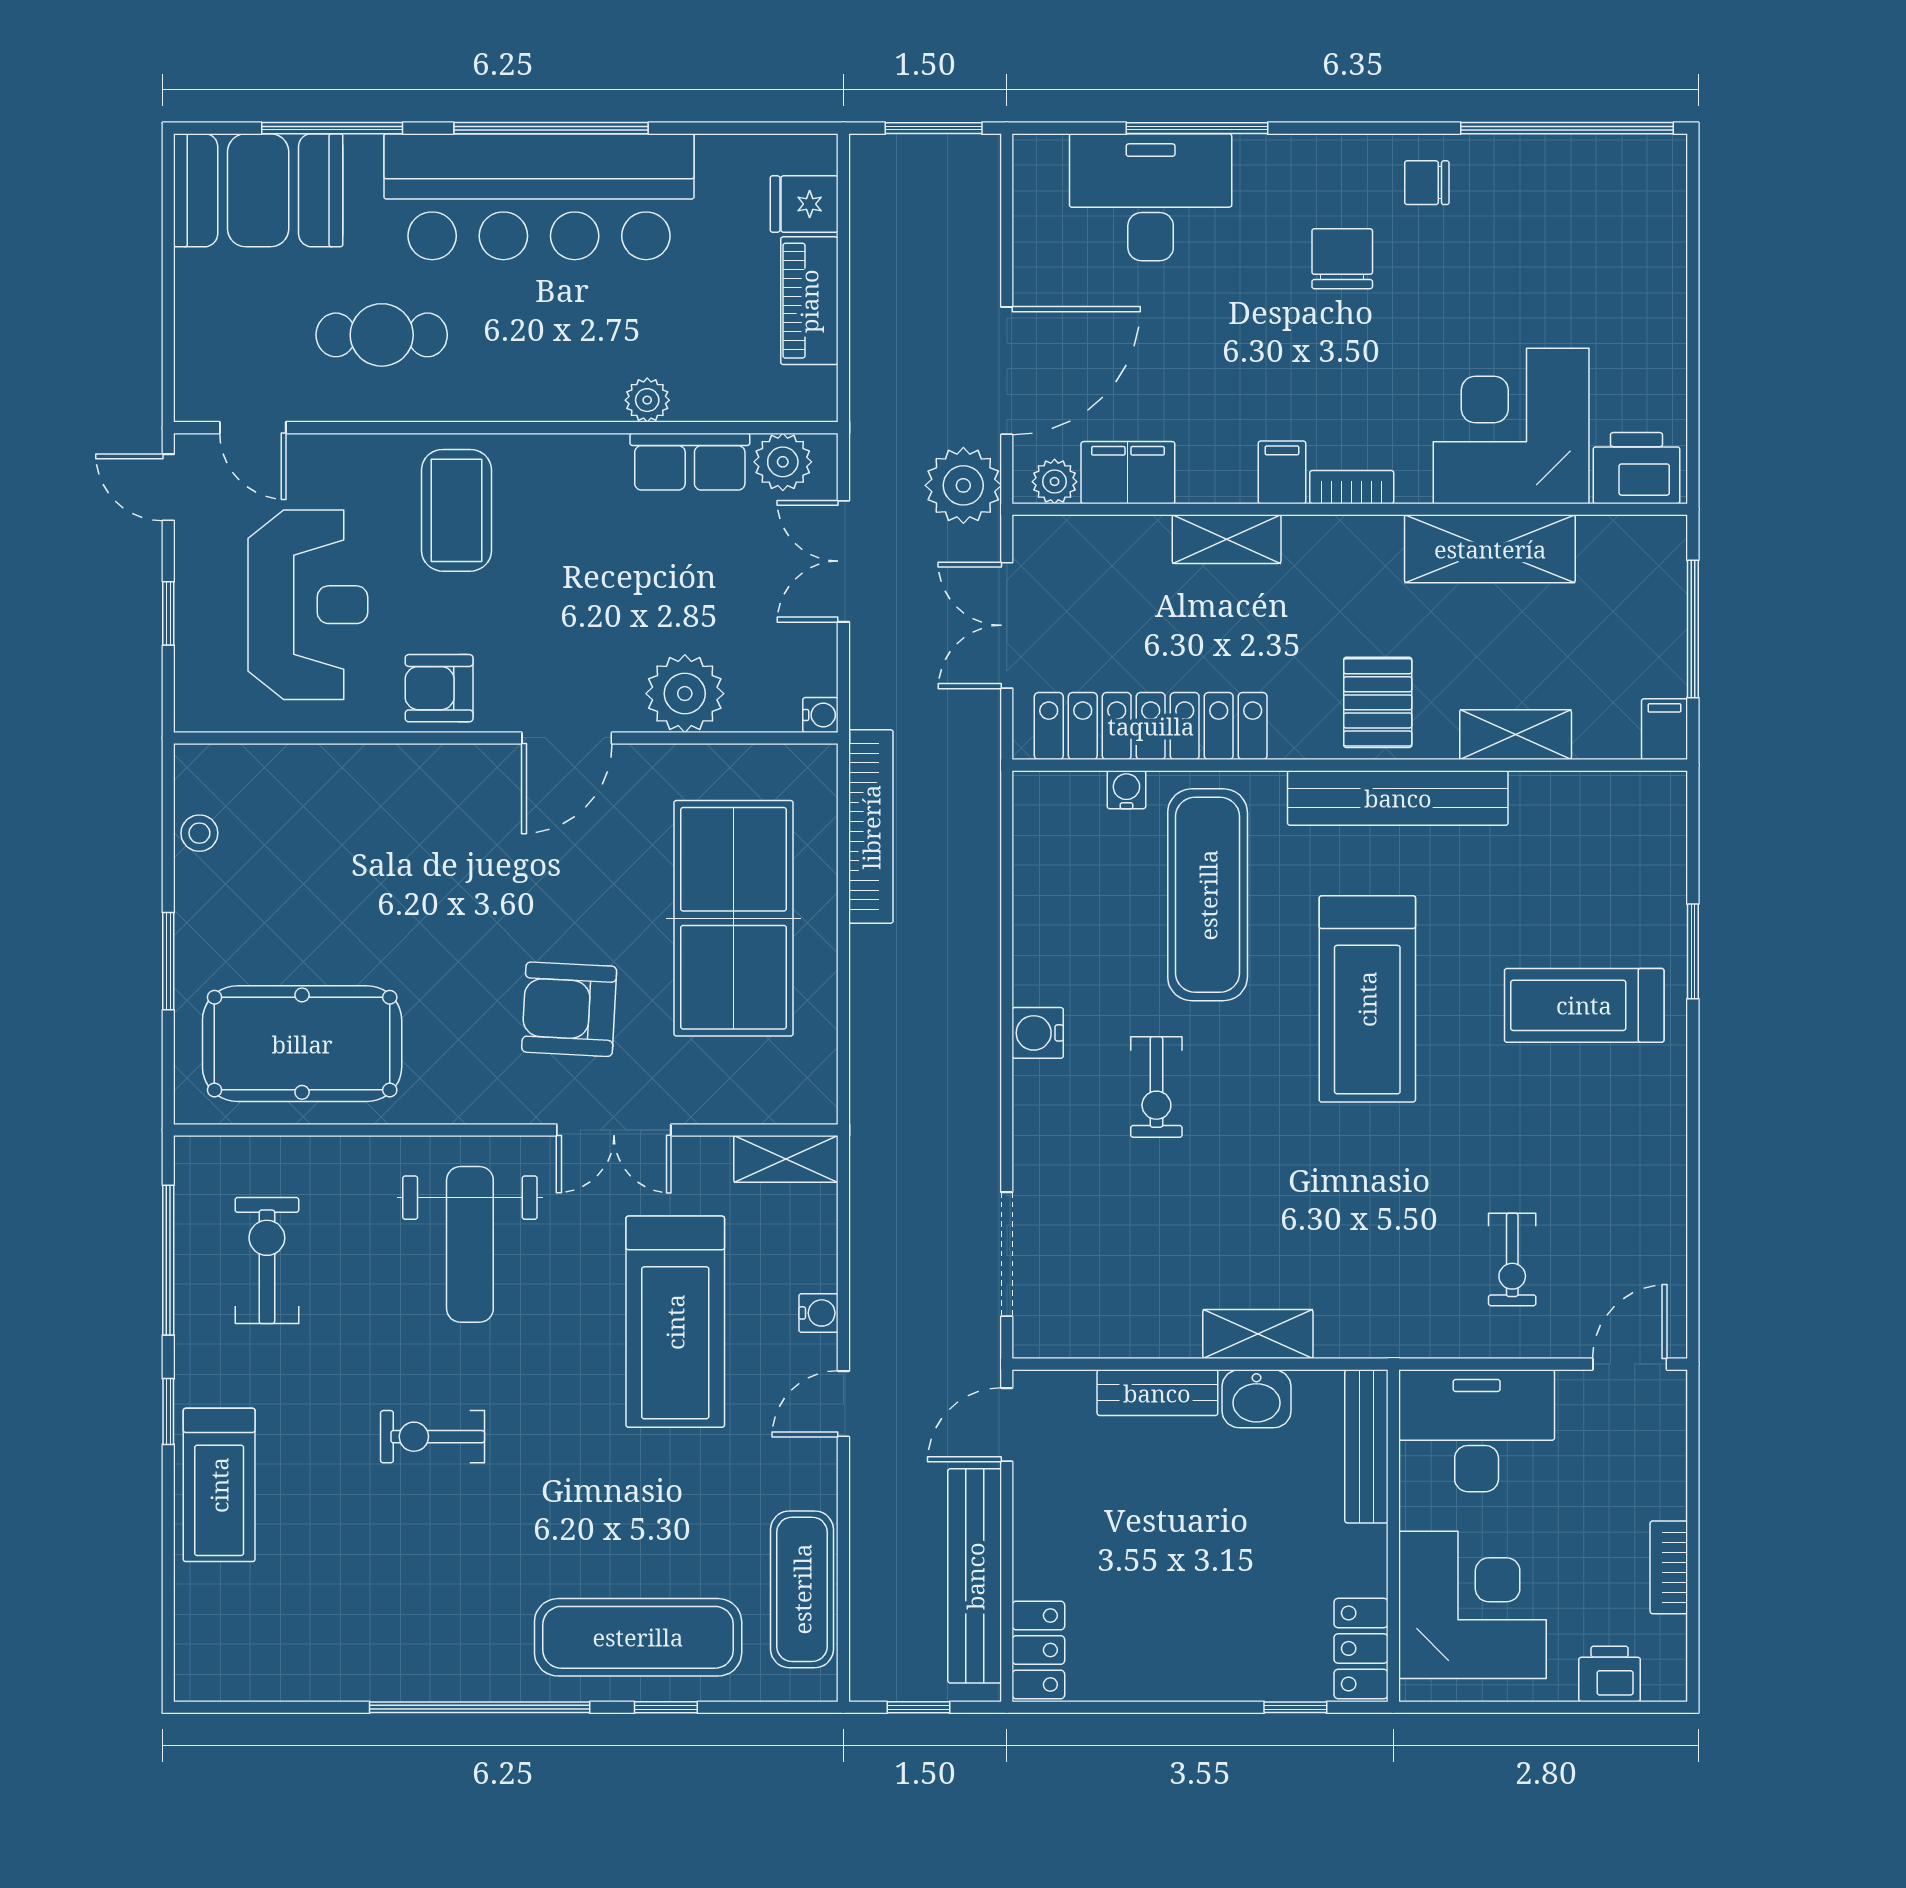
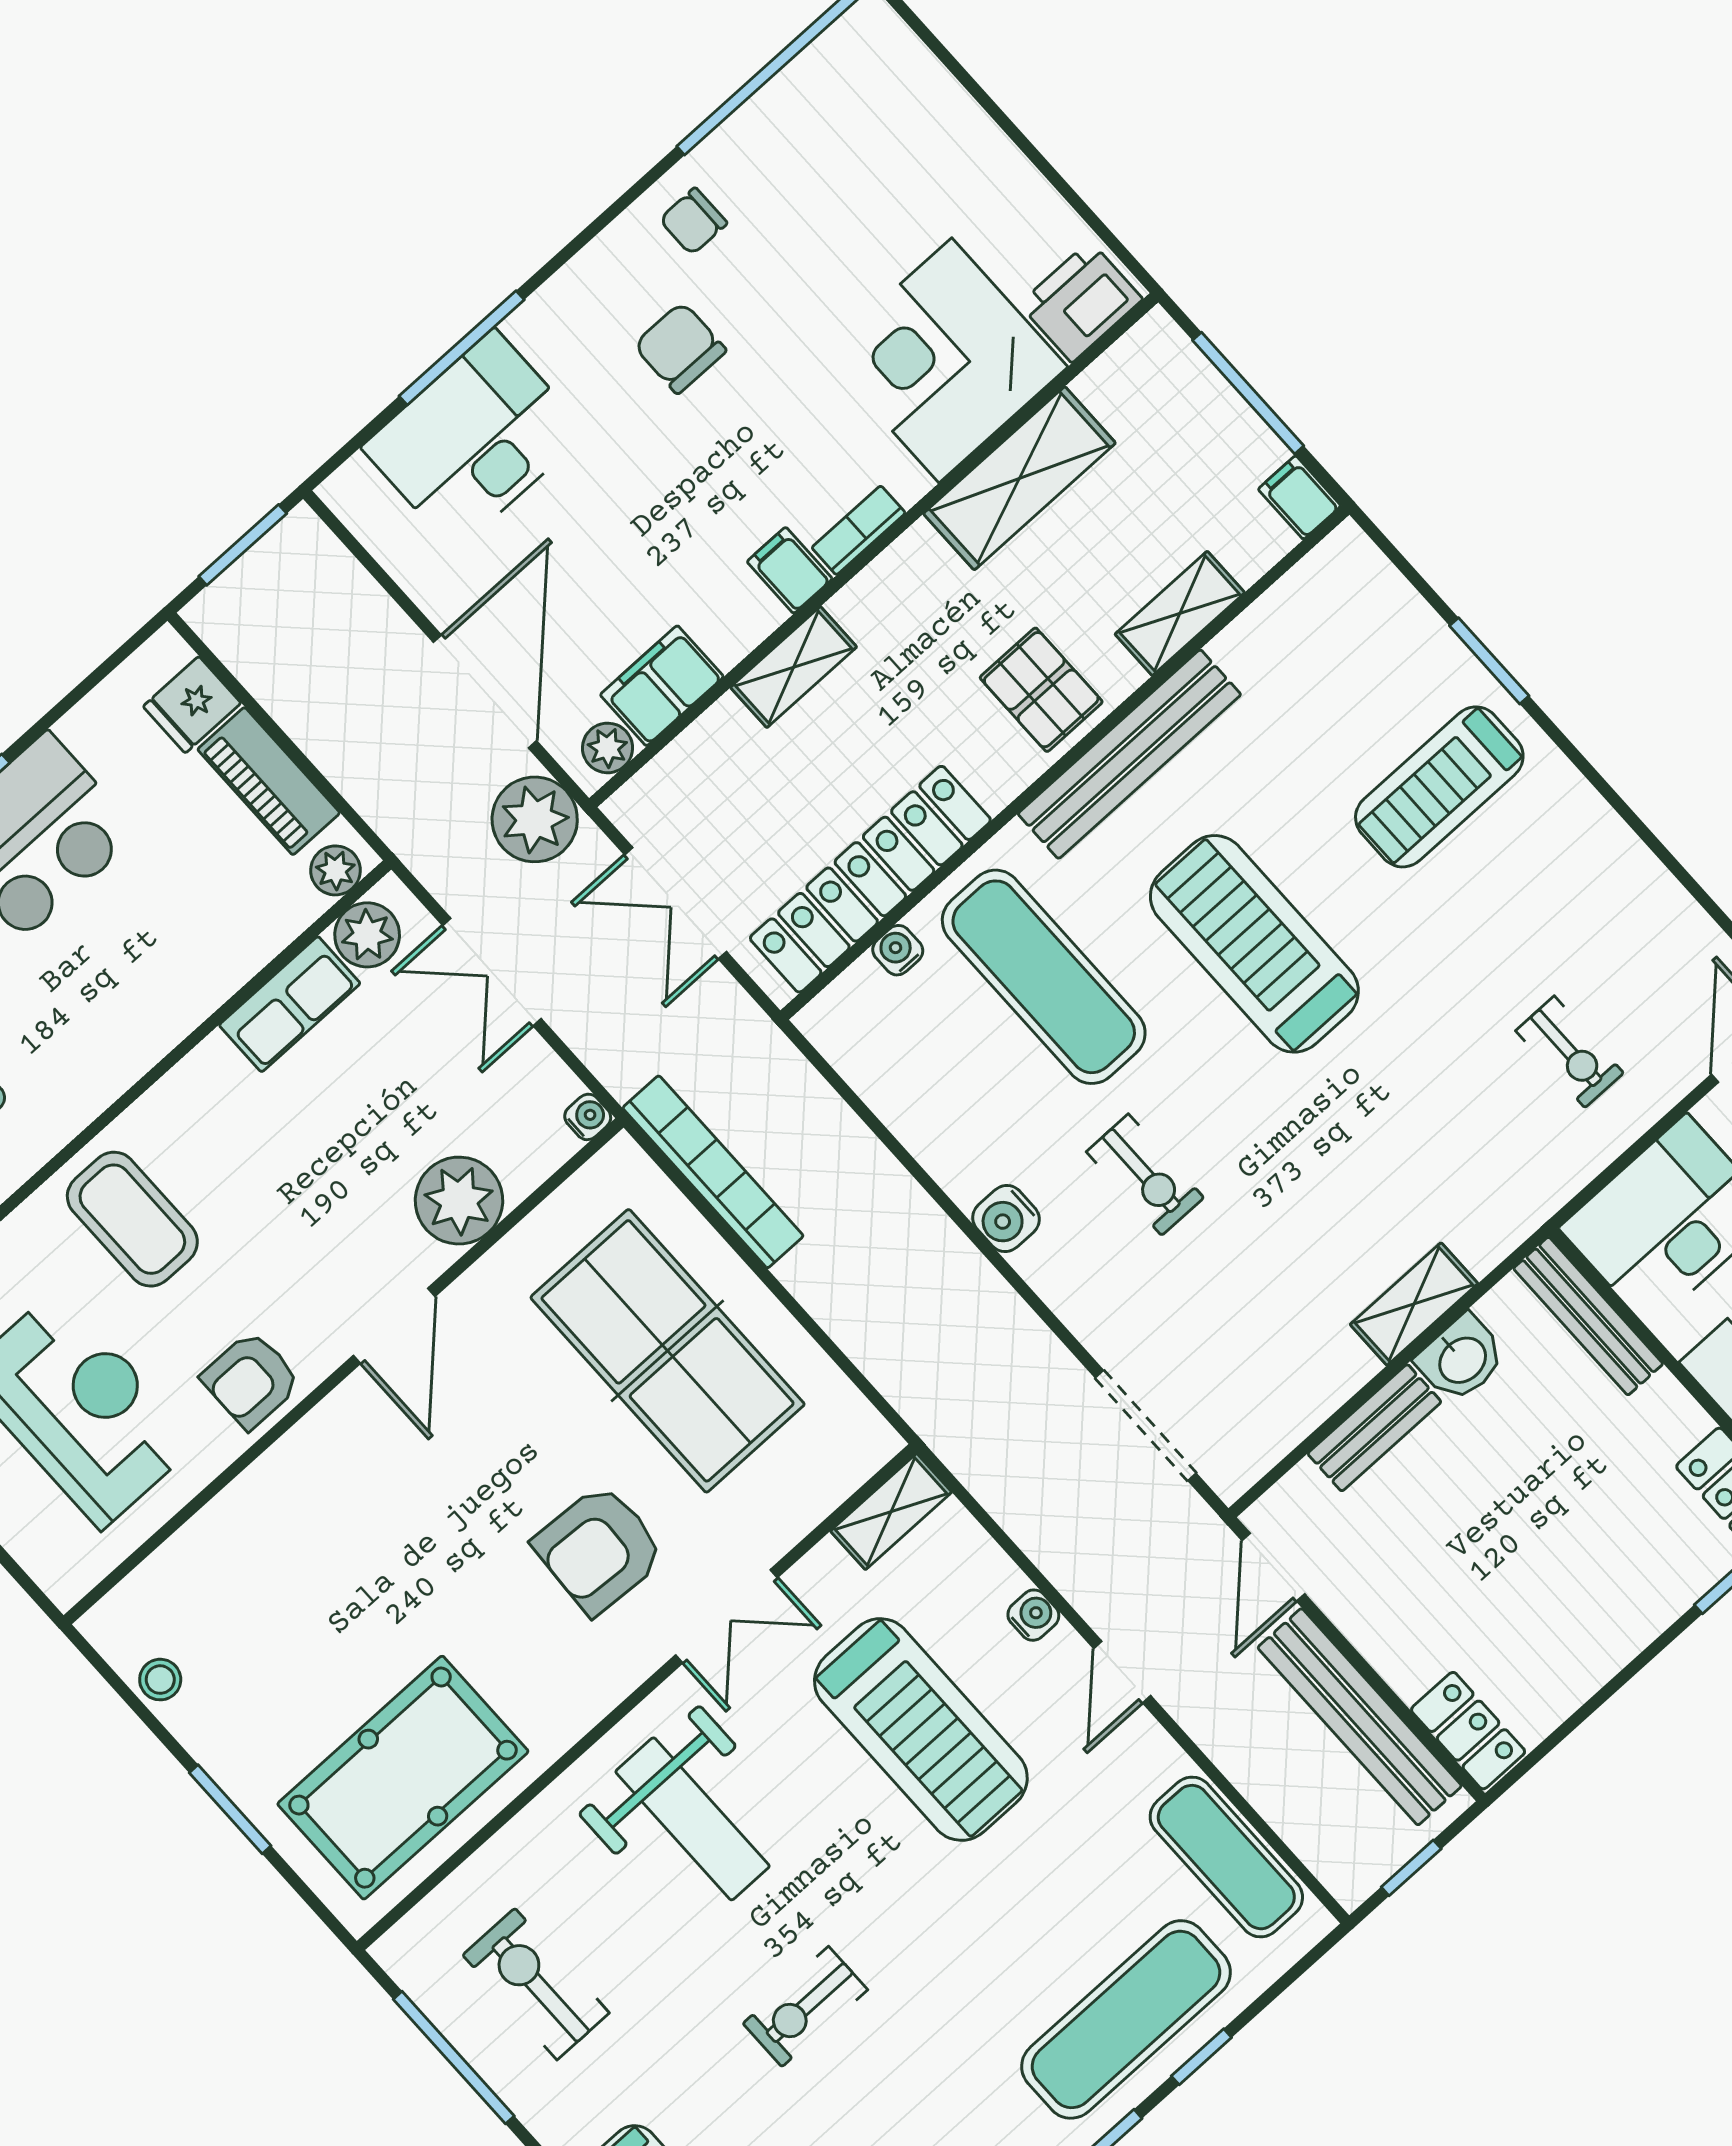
plant: (647, 400) -> (335, 870), moved
treadmill: (1367, 999) -> (1254, 944), turned 180

